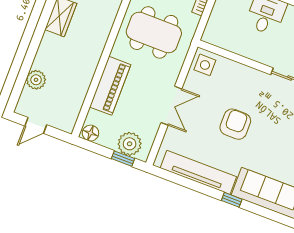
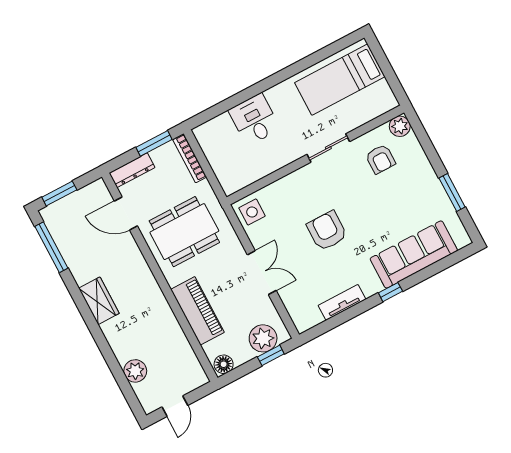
tv unit: (198, 172) -> (342, 302), width x0.52, depth x0.78

